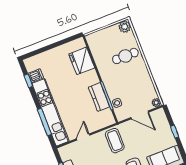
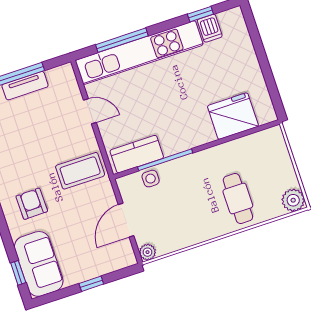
kitchen counter: (99, 97) -> (137, 154), moved

